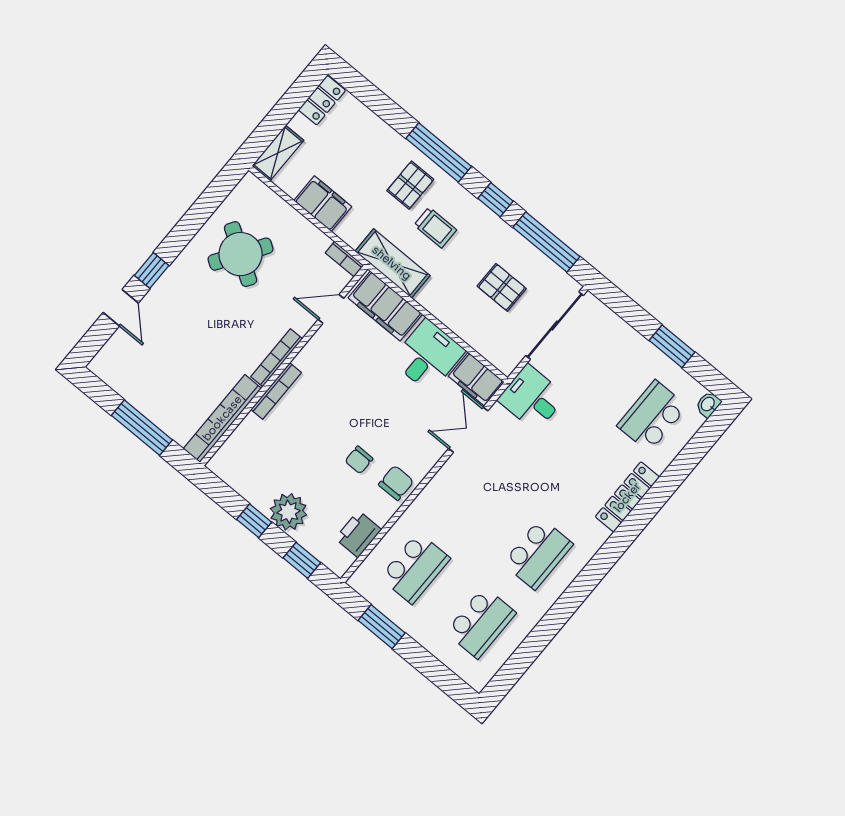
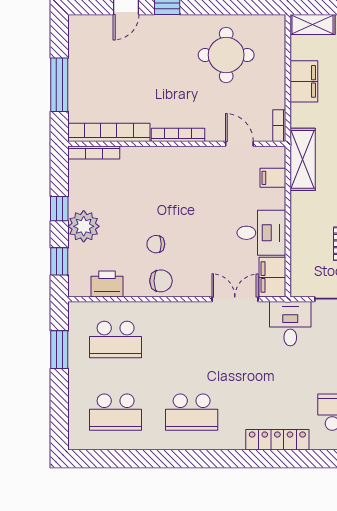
round table: (241, 254) -> (226, 55), turned -33
filing cabinet: (385, 306) -> (273, 178), width x0.33, depth x0.86
bookcase: (276, 391) -> (94, 153), moved

